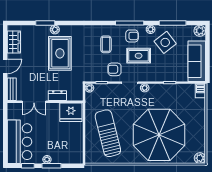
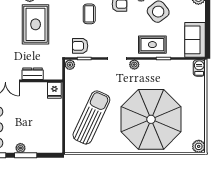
rug: (139, 56) -> (152, 45), moved
sofa: (197, 61) -> (195, 40), width x0.73
armchair: (114, 69) -> (80, 46), moved
fridge: (71, 112) -> (54, 90), width x0.53, depth x0.75
sun lounger: (108, 133) -> (91, 117), turned 39

